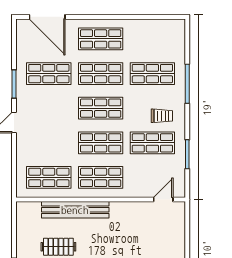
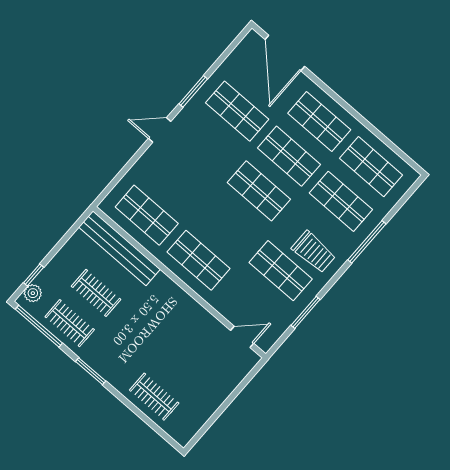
trolley: (162, 116) -> (314, 252), width x1.36, depth x1.39
shop shelf: (101, 143) -> (371, 167), moved
bench: (75, 210) -> (119, 248), moved

